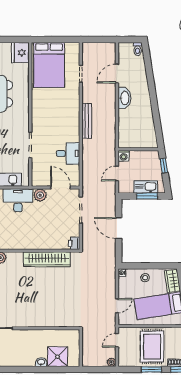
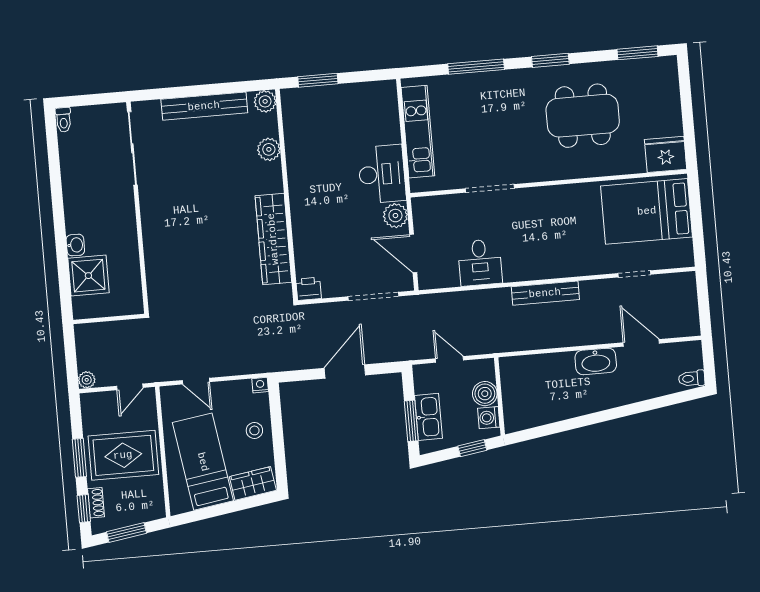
washing machine: (124, 156) -> (489, 418), moved
boiler: (136, 157) -> (485, 394), added
door: (60, 188) -> (413, 253), swing flipped
door: (117, 340) -> (130, 387), swing flipped

